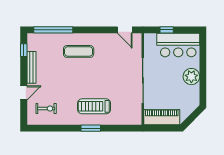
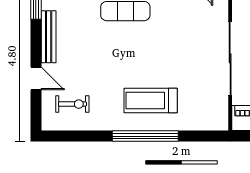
door: (24, 93) -> (36, 79), hinge flipped
window: (91, 128) -> (145, 136), width x2.11

